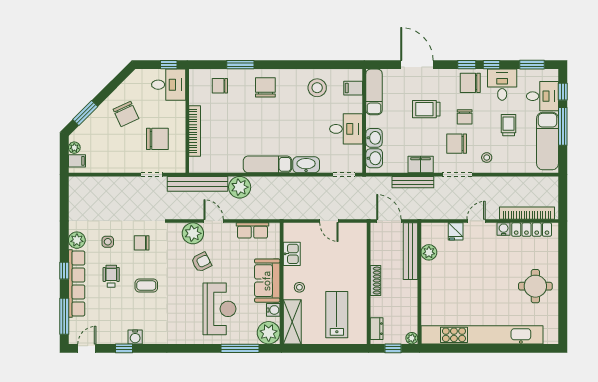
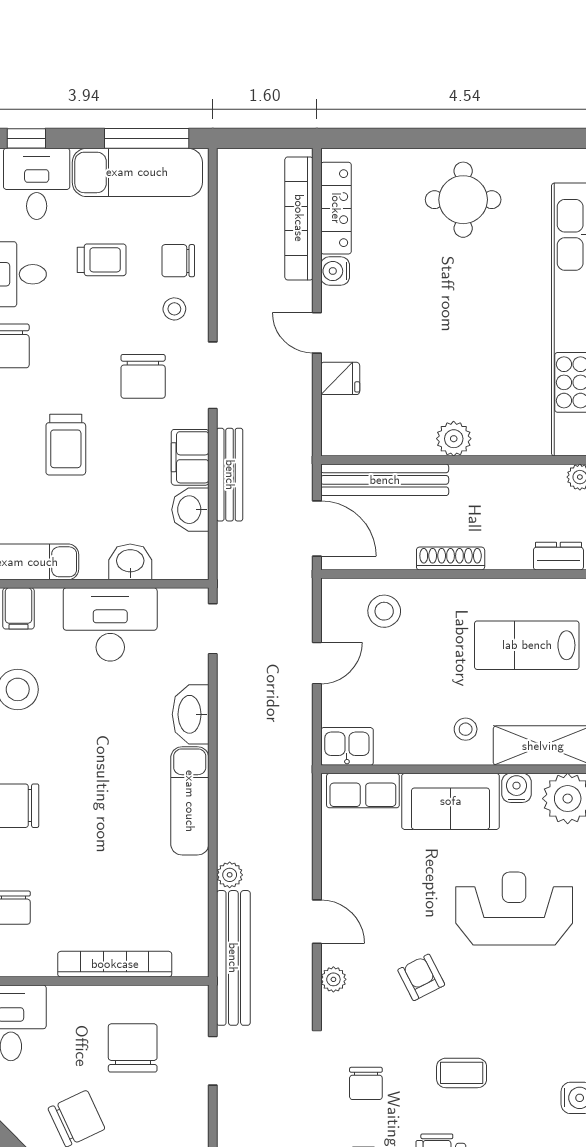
chair: (465, 117) -> (178, 261), moved, turned 180
trolley: (509, 125) -> (102, 260), turned 180
window: (563, 126) -> (147, 138), moved
desk: (346, 129) -> (110, 624), width x1.37
washbasin: (374, 158) -> (190, 510), moved, turned -90
plant: (240, 187) -> (230, 875), width x0.53, depth x0.53
door: (214, 221) -> (317, 922), swing flipped
door: (389, 221) -> (317, 528), swing flipped
row of seats: (252, 230) -> (363, 791), moved, turned 90
plant: (193, 233) -> (333, 979), width x0.53, depth x0.53
stool: (352, 251) -> (384, 611), added
plant: (429, 252) -> (454, 439), moved
kitchen sink: (292, 254) -> (347, 746), moved
armchair: (201, 262) -> (421, 977), moved
coffee table: (146, 286) -> (462, 1073), turned 90

